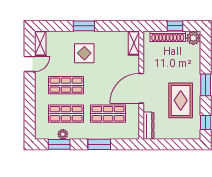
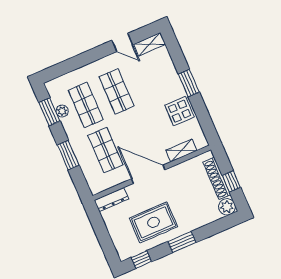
shelving: (134, 43) -> (181, 150), moved
display table: (84, 53) -> (179, 111), moved

